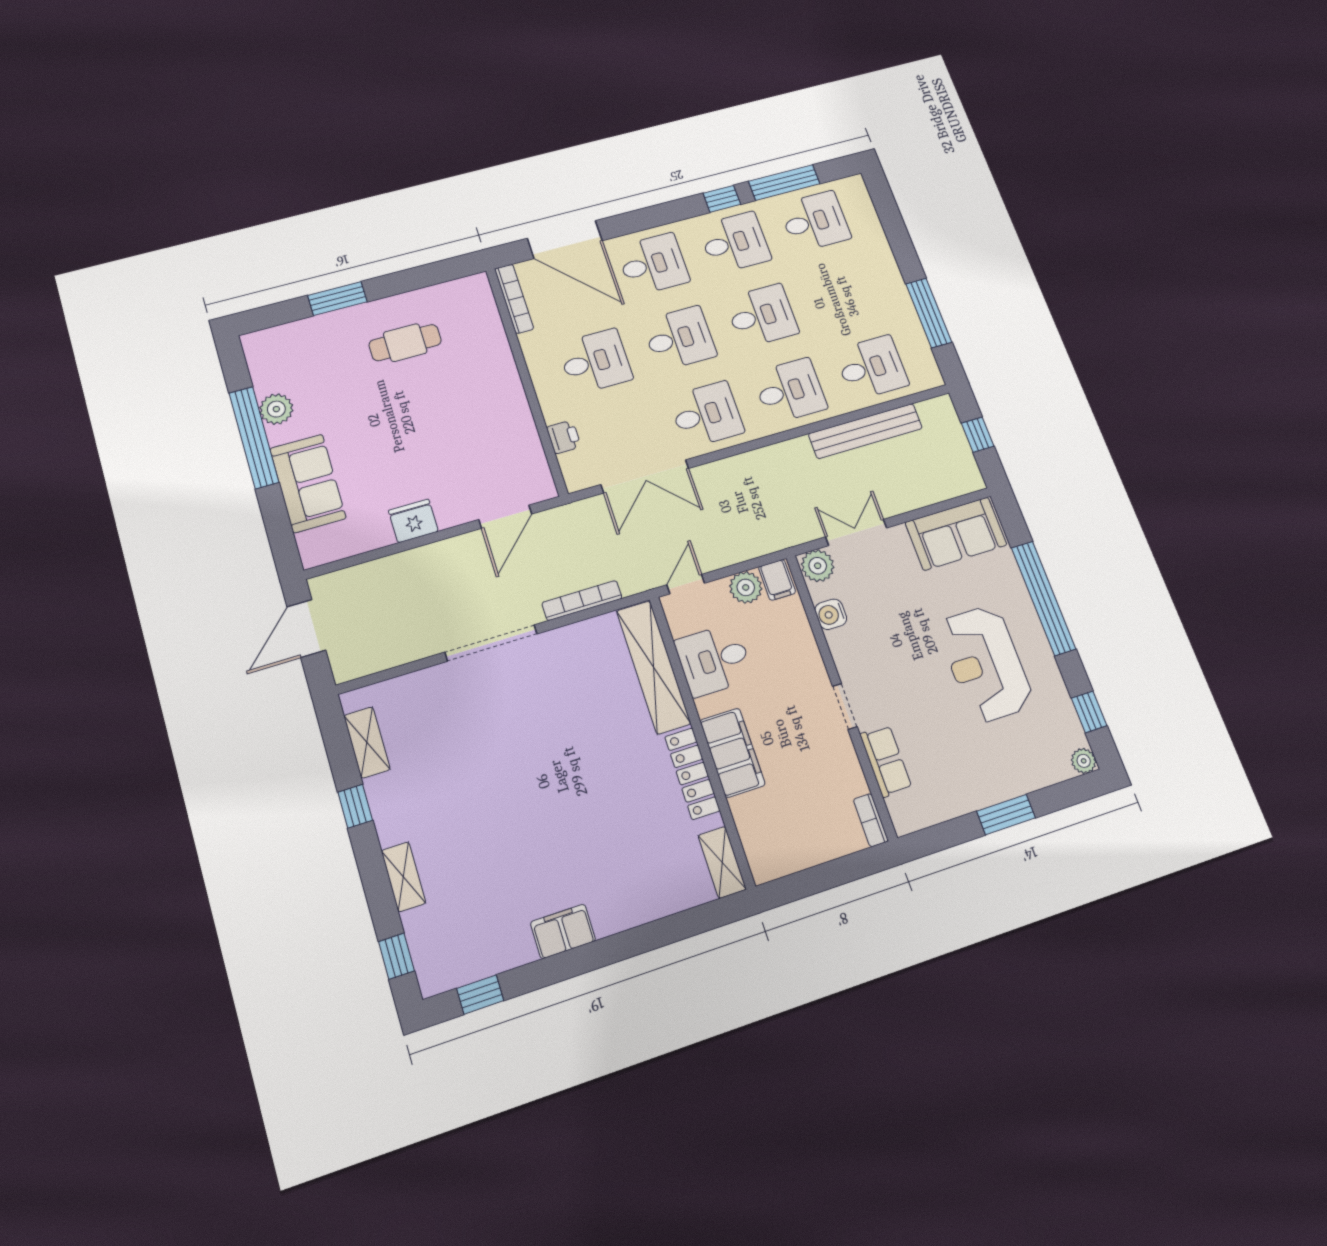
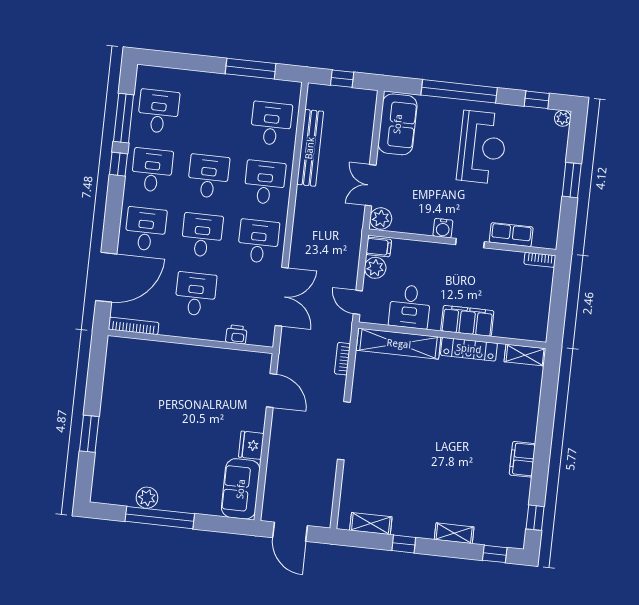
cafe table: (405, 343) -> (135, 404), removed
sofa: (308, 483) -> (241, 489), moved, turned -90
bookcase: (582, 601) -> (342, 359), width x0.64
water cooler: (831, 614) -> (443, 228), moved
reception desk: (985, 664) -> (482, 147), turned -90

